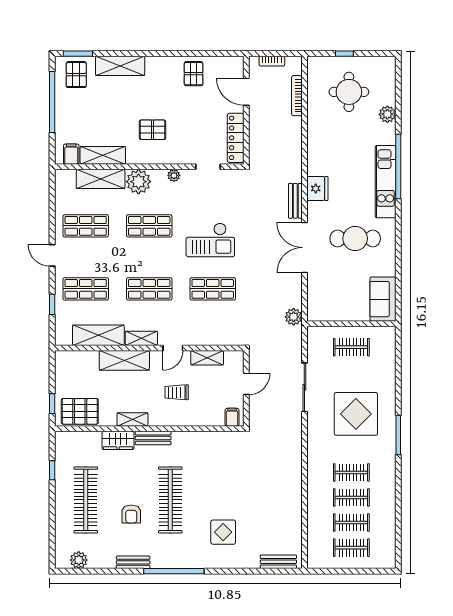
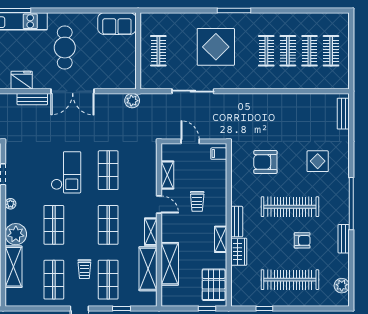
trolley: (98, 261) -> (84, 269), added
shelving: (124, 360) -> (170, 264), moved
armchair: (222, 471) -> (265, 162), added

